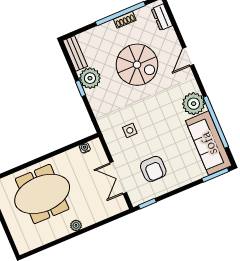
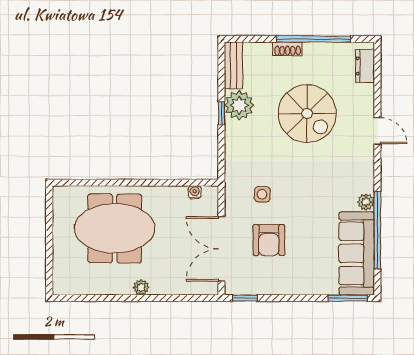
shoe rack: (125, 20) -> (288, 49), moved
door: (188, 56) -> (377, 131), swing flipped
plant: (194, 104) -> (366, 202), width x0.53, depth x0.53
armchair: (153, 169) -> (269, 240), moved
double door: (118, 178) -> (221, 249), width x1.37

